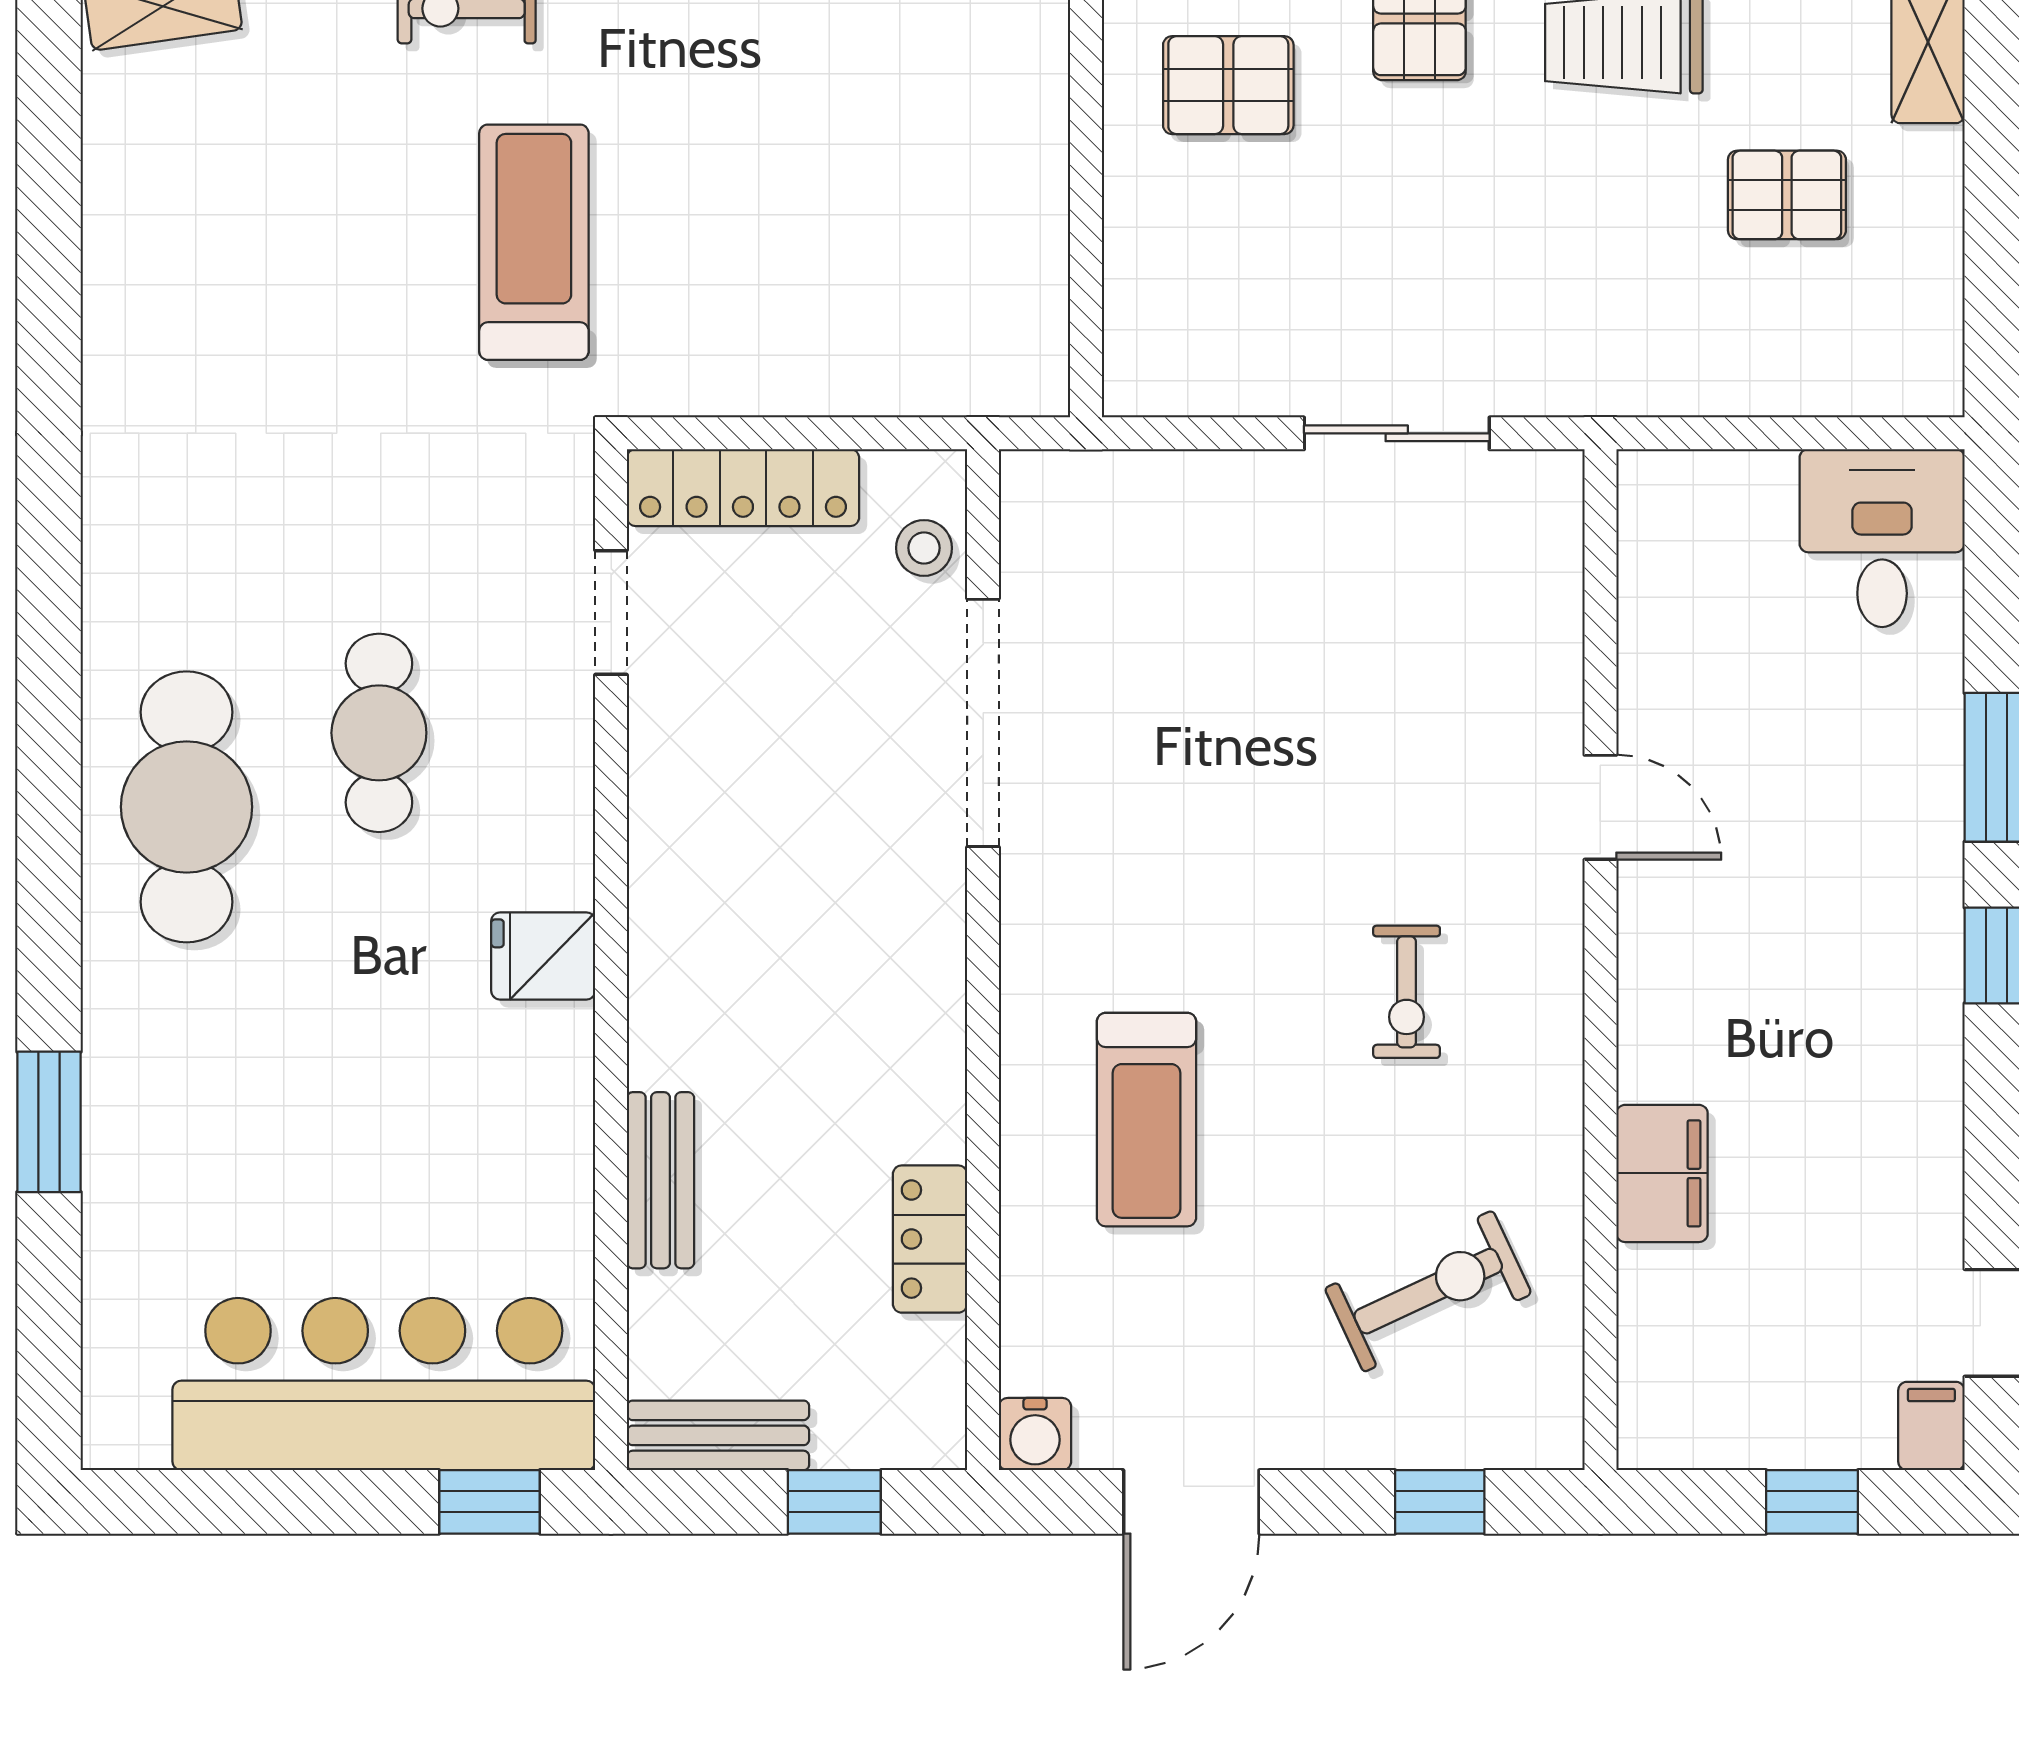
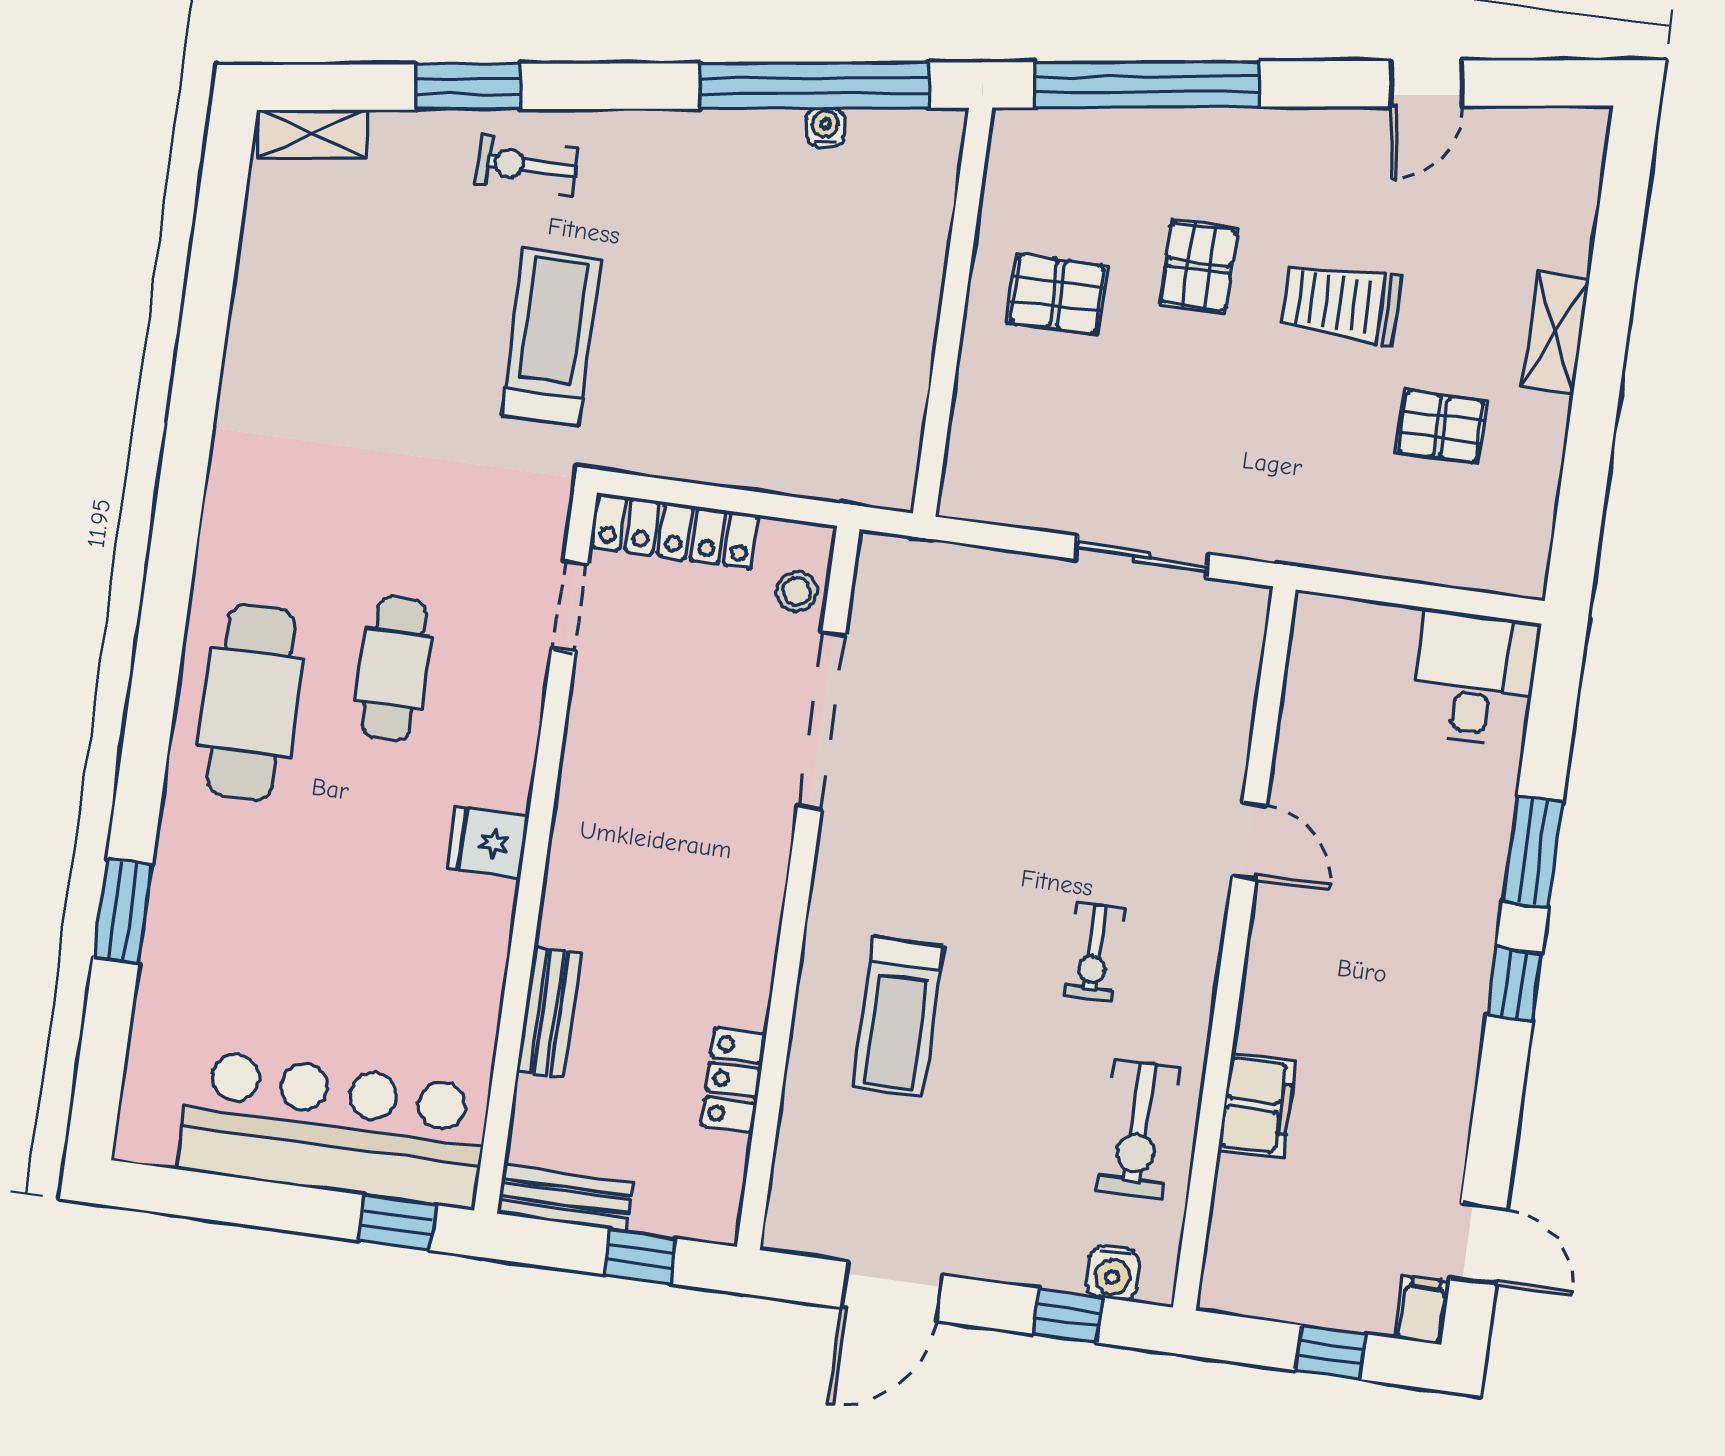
exercise bike: (1428, 1291) -> (1138, 1129), moved, turned 115
water cooler: (1035, 1434) -> (1113, 1273), moved

